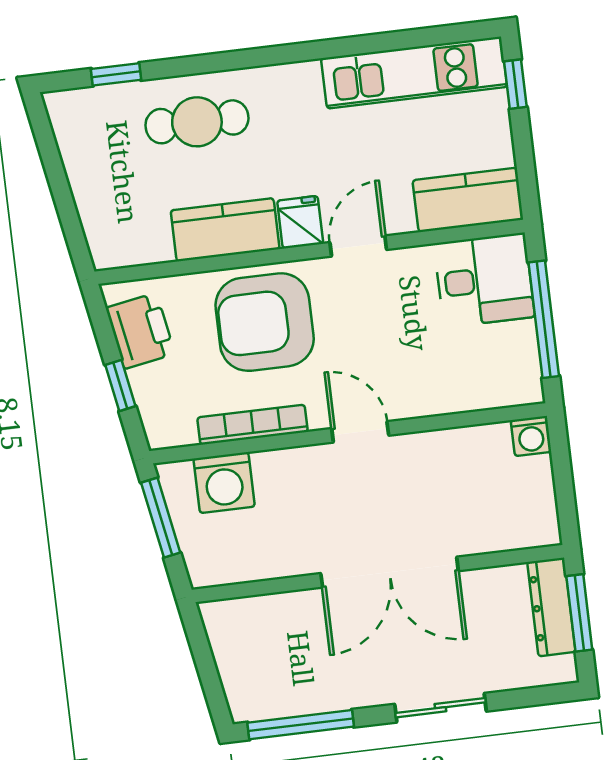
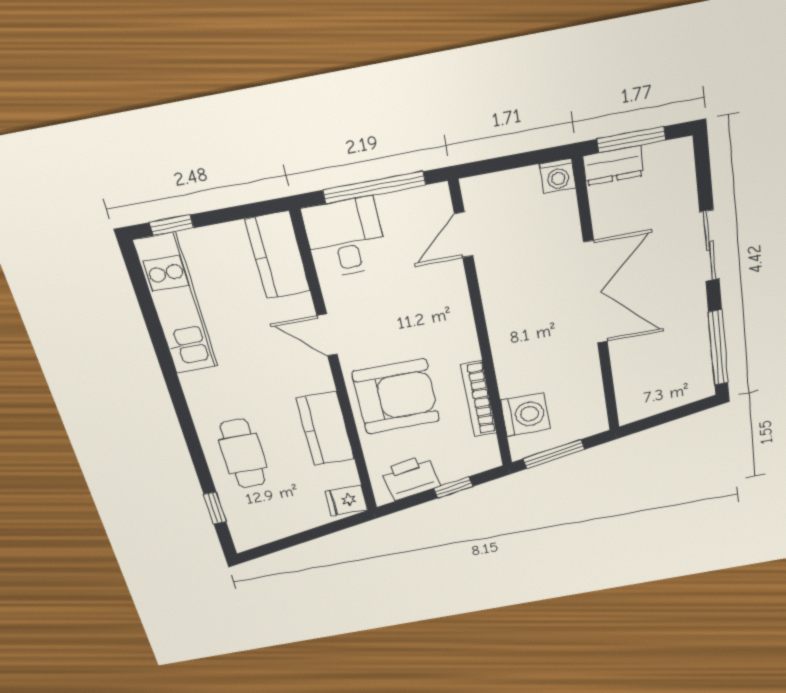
fridge: (300, 222) -> (346, 500), moved
armchair: (265, 322) -> (396, 397), turned -90
door: (360, 432) -> (464, 235), moved
washing machine: (531, 436) -> (558, 176), moved, turned 90
dresser: (551, 607) -> (613, 166), width x0.70

